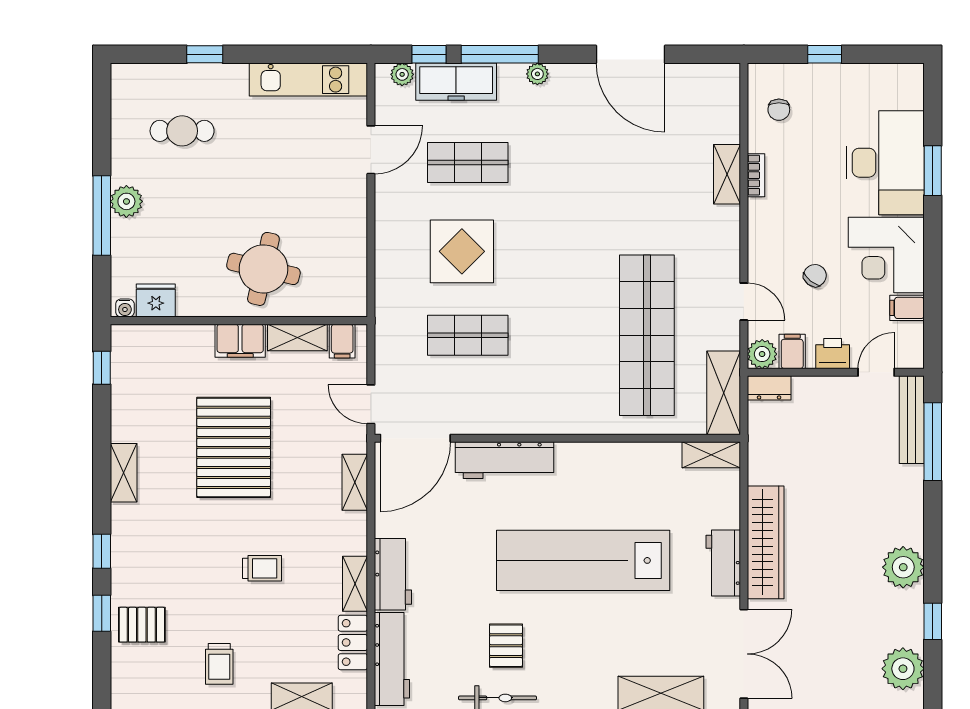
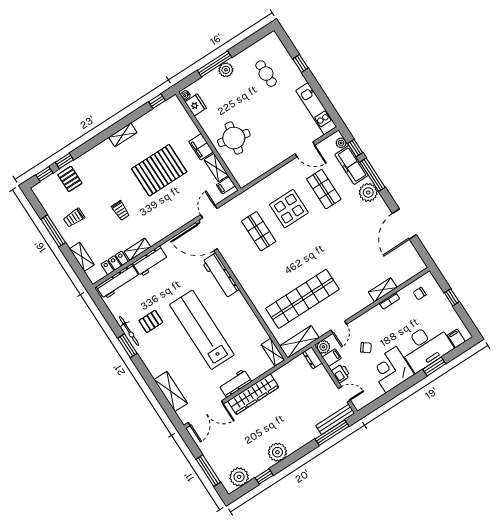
plant: (537, 74) -> (368, 192), width x1.88, depth x1.88
filing cabinet: (907, 308) -> (456, 338), moved
shelving: (355, 482) -> (176, 224), removed
window: (102, 551) -> (44, 174), moved

